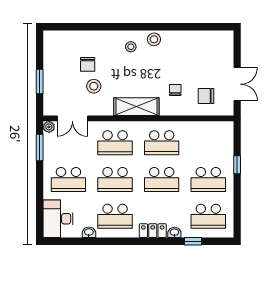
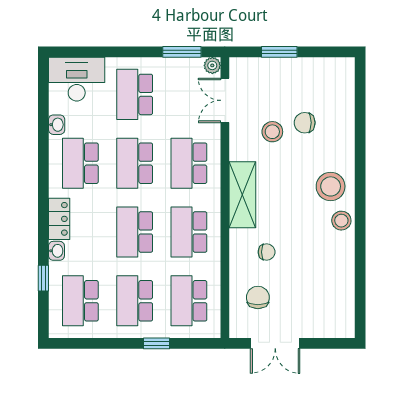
stool: (131, 47) -> (331, 186), width x1.89, depth x1.89
school desk: (208, 143) -> (189, 301), added

